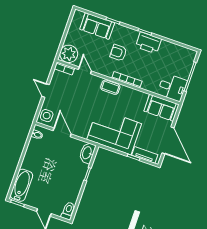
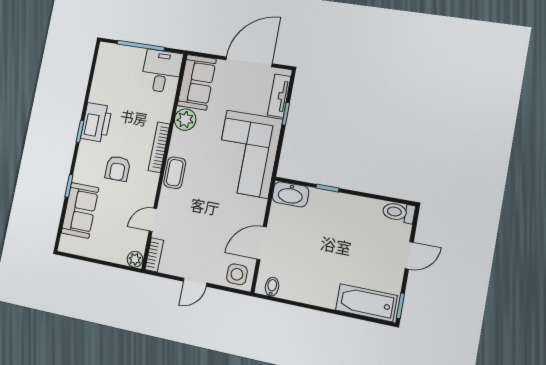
plant: (69, 54) -> (135, 259), width x0.53, depth x0.53
plant: (141, 98) -> (185, 120), added

